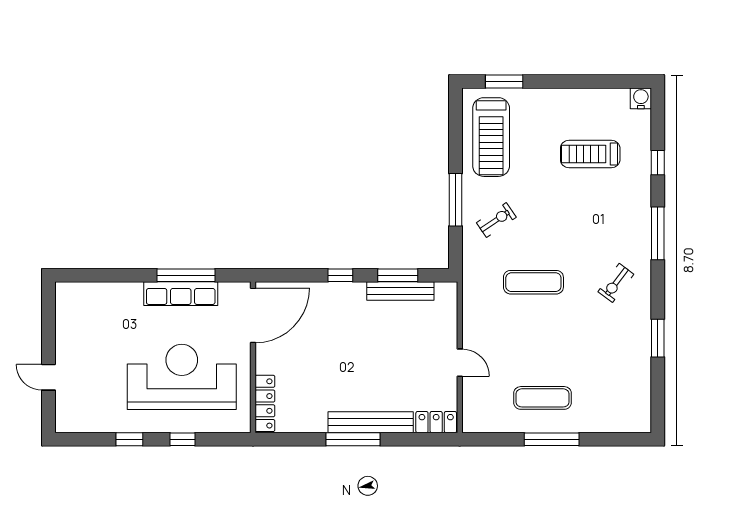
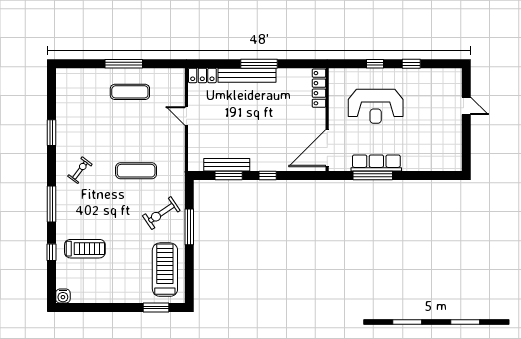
treadmill: (590, 154) -> (85, 249), moved
exercise bike: (496, 220) -> (161, 213), width x1.38, depth x1.39
reception desk: (182, 377) -> (376, 106), width x0.74, depth x0.77

